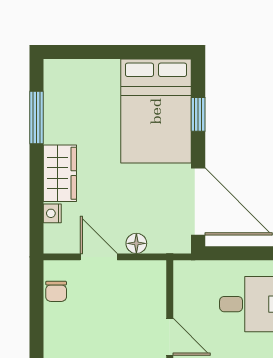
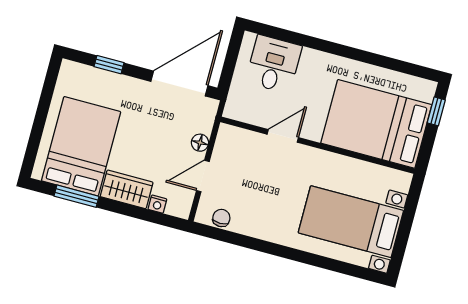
bed: (156, 111) -> (81, 146), moved, turned -90
chair: (56, 291) -> (221, 218), turned -90

